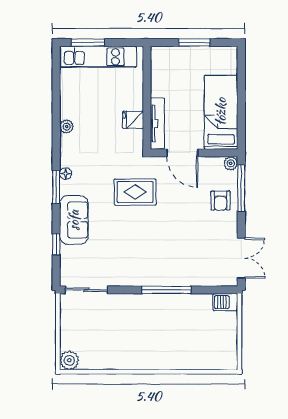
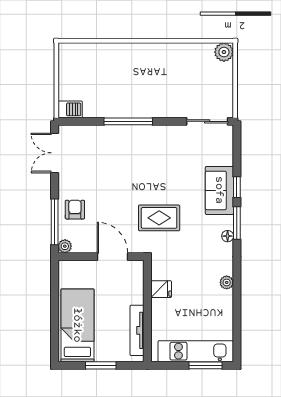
bed: (221, 112) -> (77, 325), moved, turned 180
tv unit: (157, 124) -> (137, 330), moved
window: (56, 244) -> (237, 187), moved

